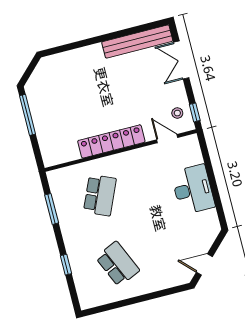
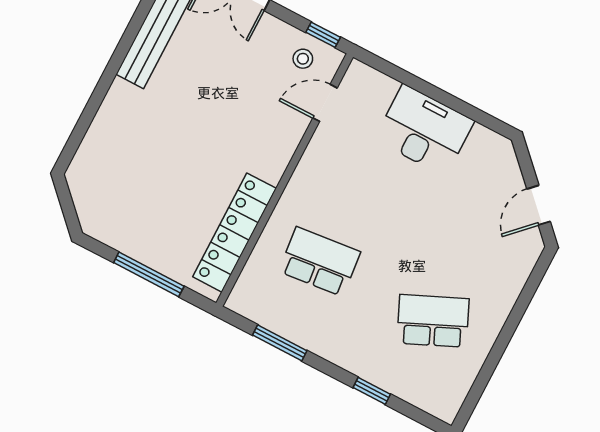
window: (27, 115) -> (149, 274), moved
locker: (111, 141) -> (234, 233), moved
school desk: (100, 195) -> (320, 262), turned -30

